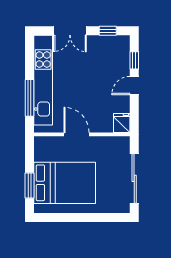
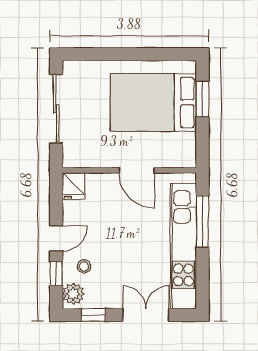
plant: (122, 46) -> (73, 294), added
stool: (114, 66) -> (84, 266), added

